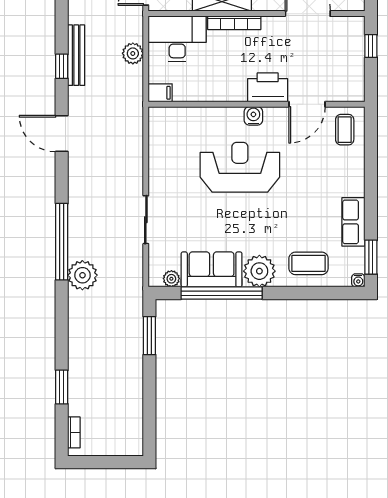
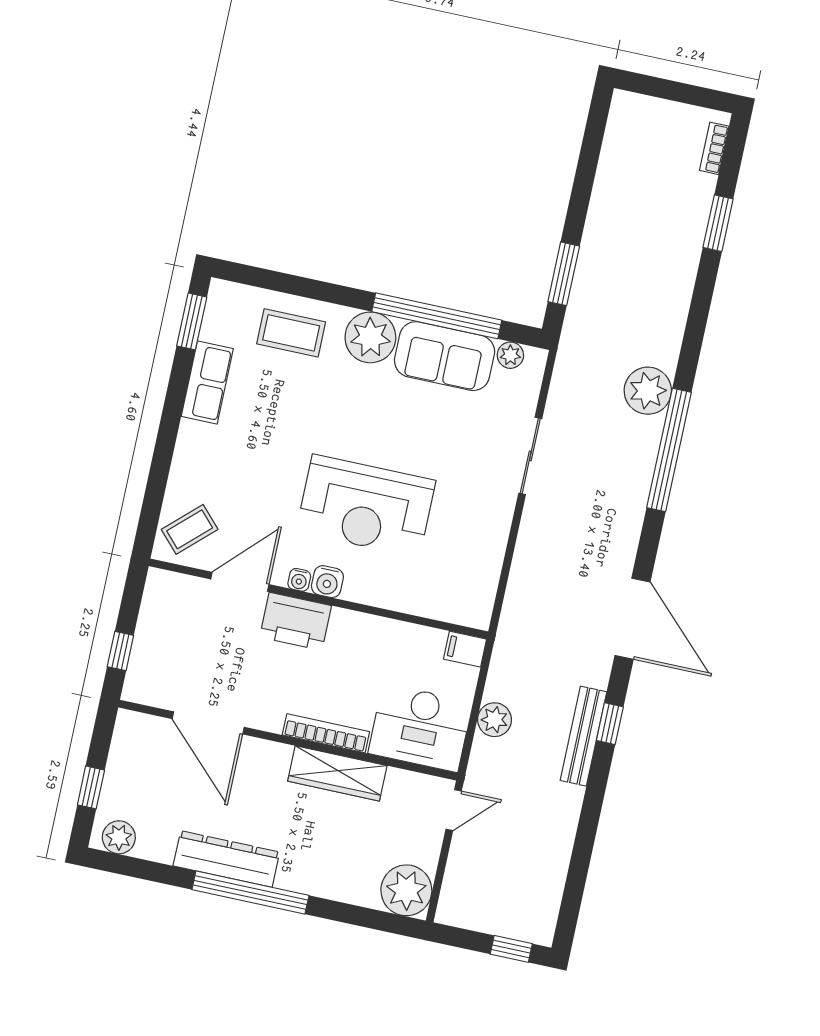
coffee table: (345, 130) -> (190, 529), turned 47
door: (62, 134) -> (633, 619), width x1.36
water cooler: (358, 280) -> (299, 580), moved, turned 180

